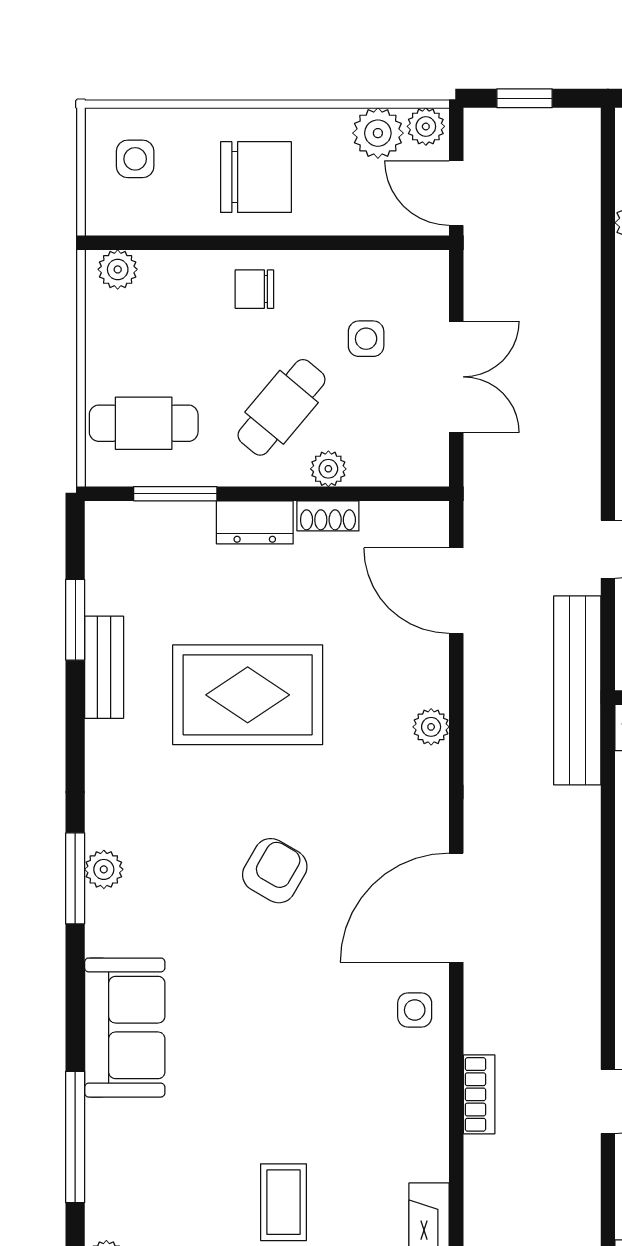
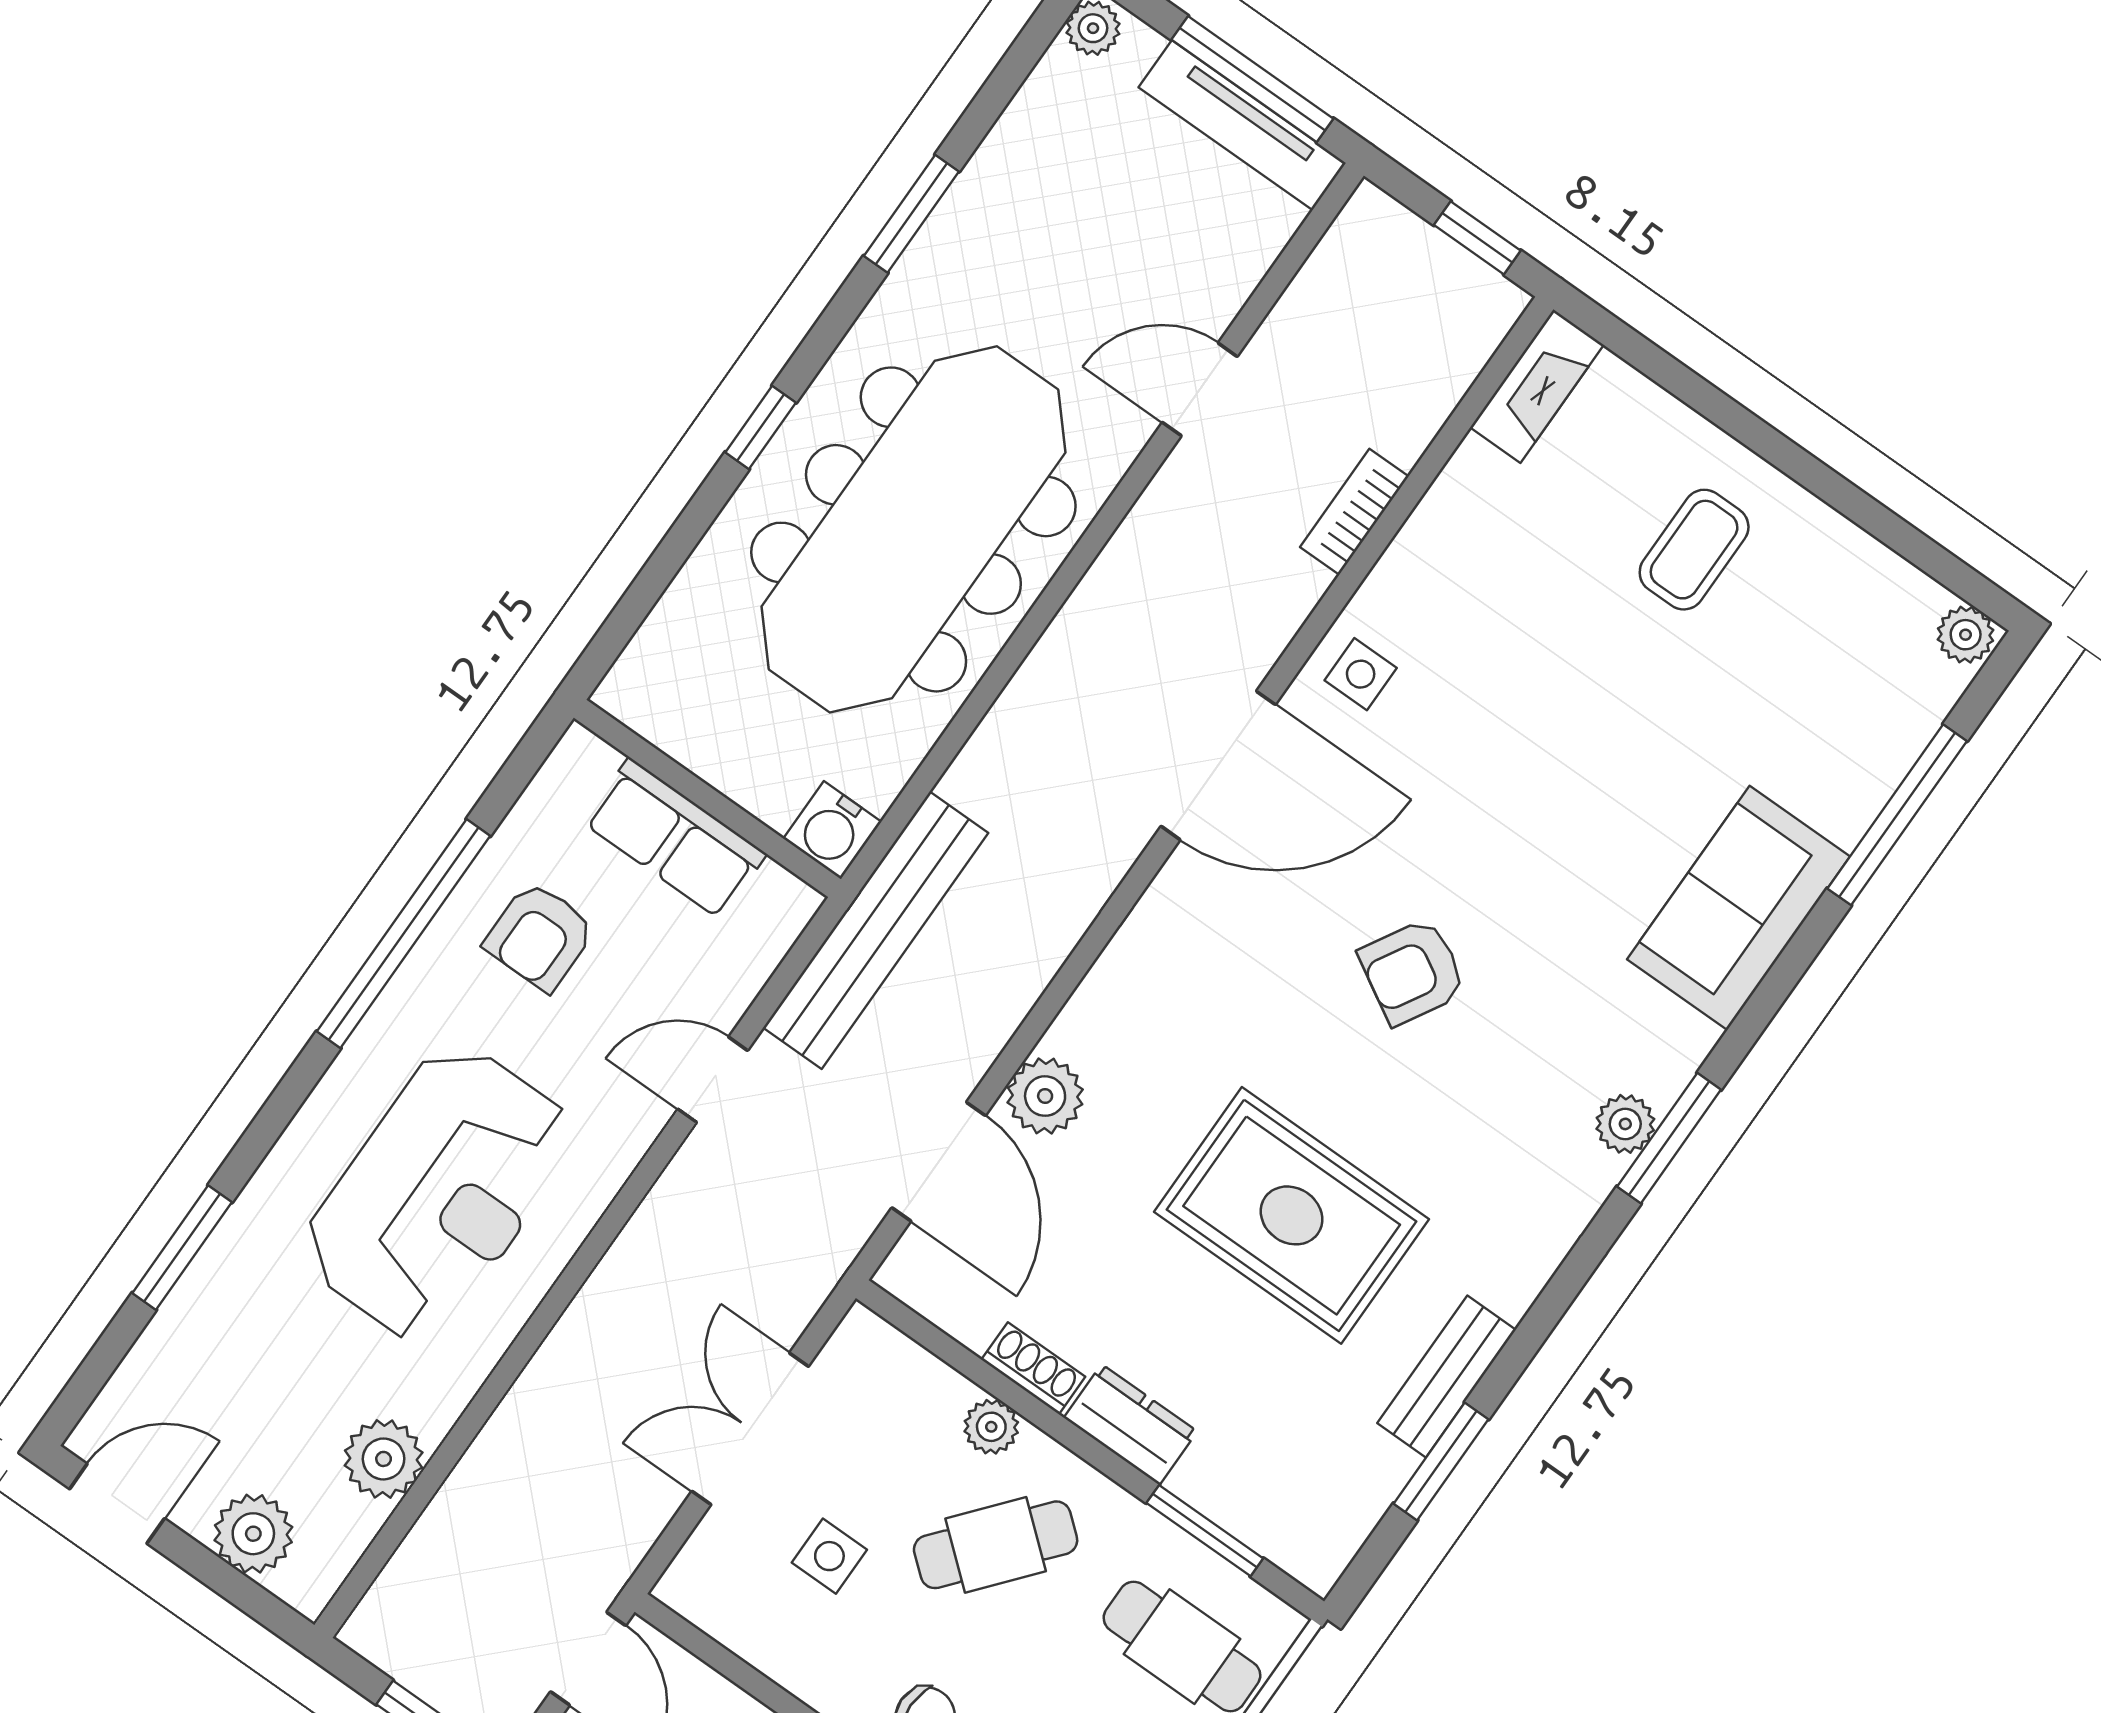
plant: (431, 727) -> (1045, 1096), moved, width x1.38, depth x1.38

